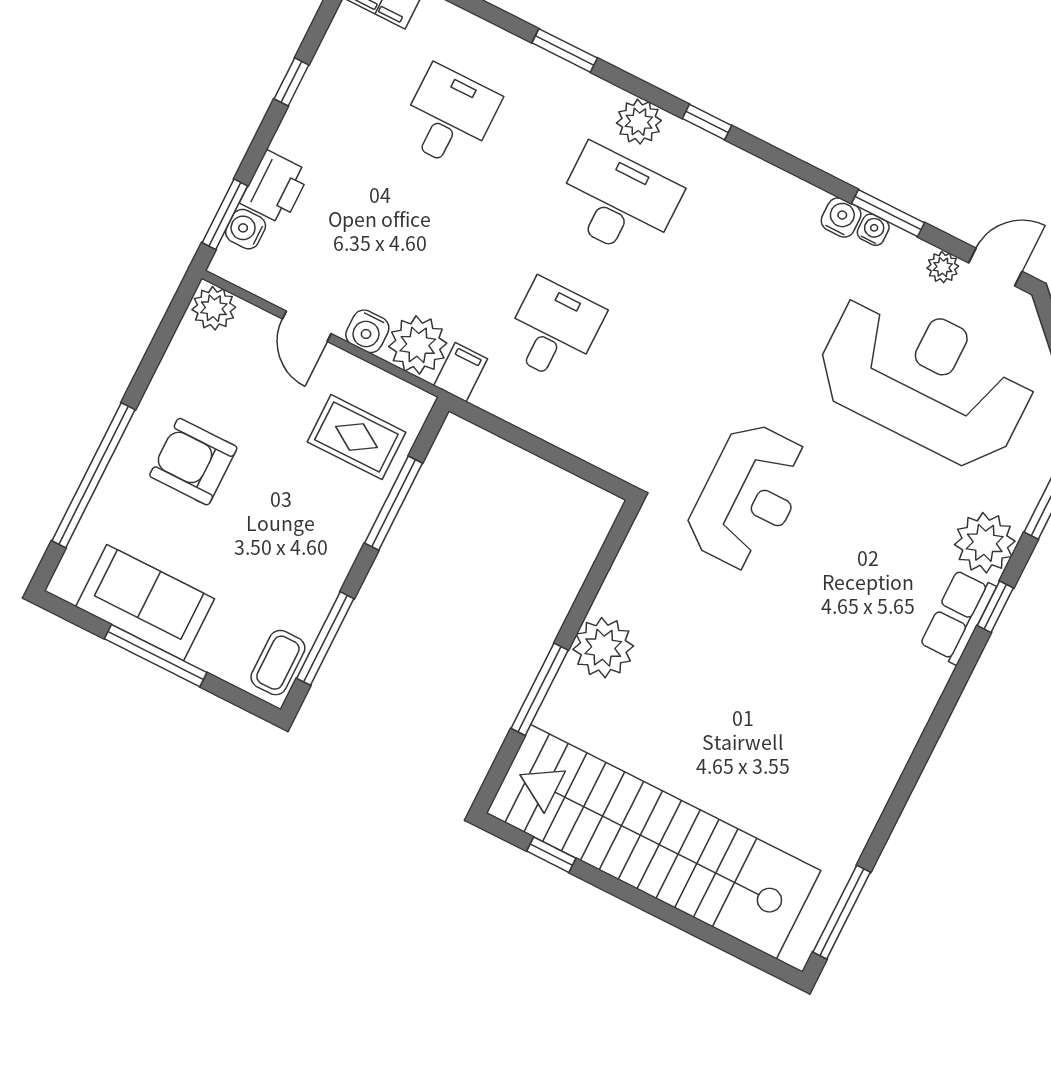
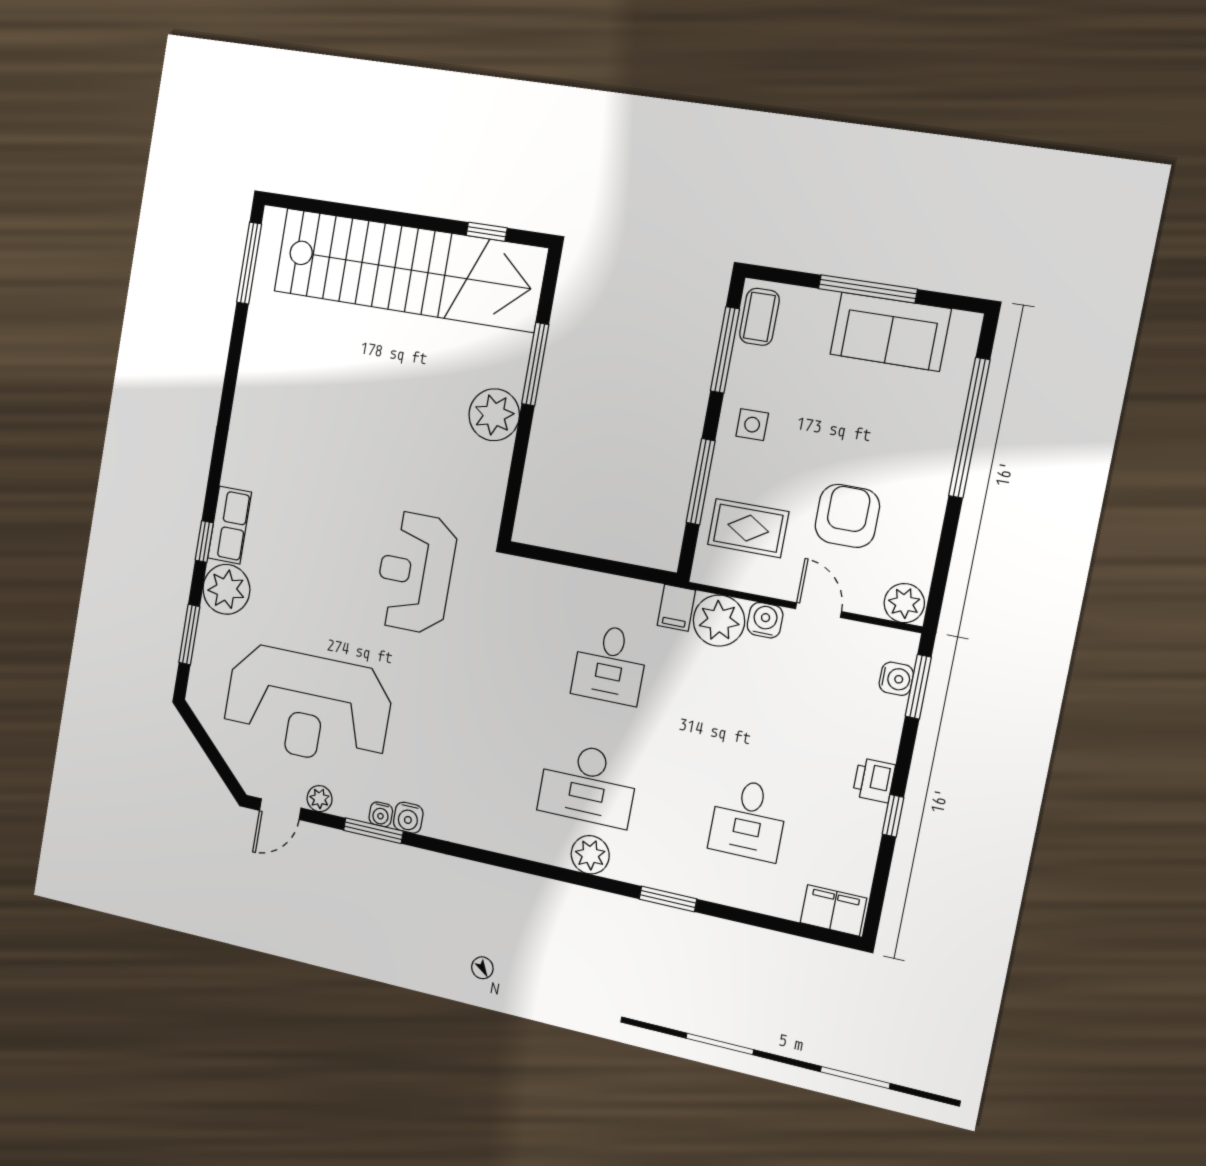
window: (707, 122) -> (535, 868), removed
printer: (275, 187) -> (874, 780), moved, width x0.73, depth x0.81
armchair: (193, 462) -> (847, 516), moved, turned -90
side table: (320, 548) -> (752, 425), added

